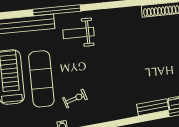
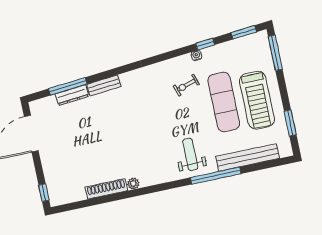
plant: (135, 12) -> (133, 184), added
weight bench: (78, 33) -> (190, 154), turned -90

